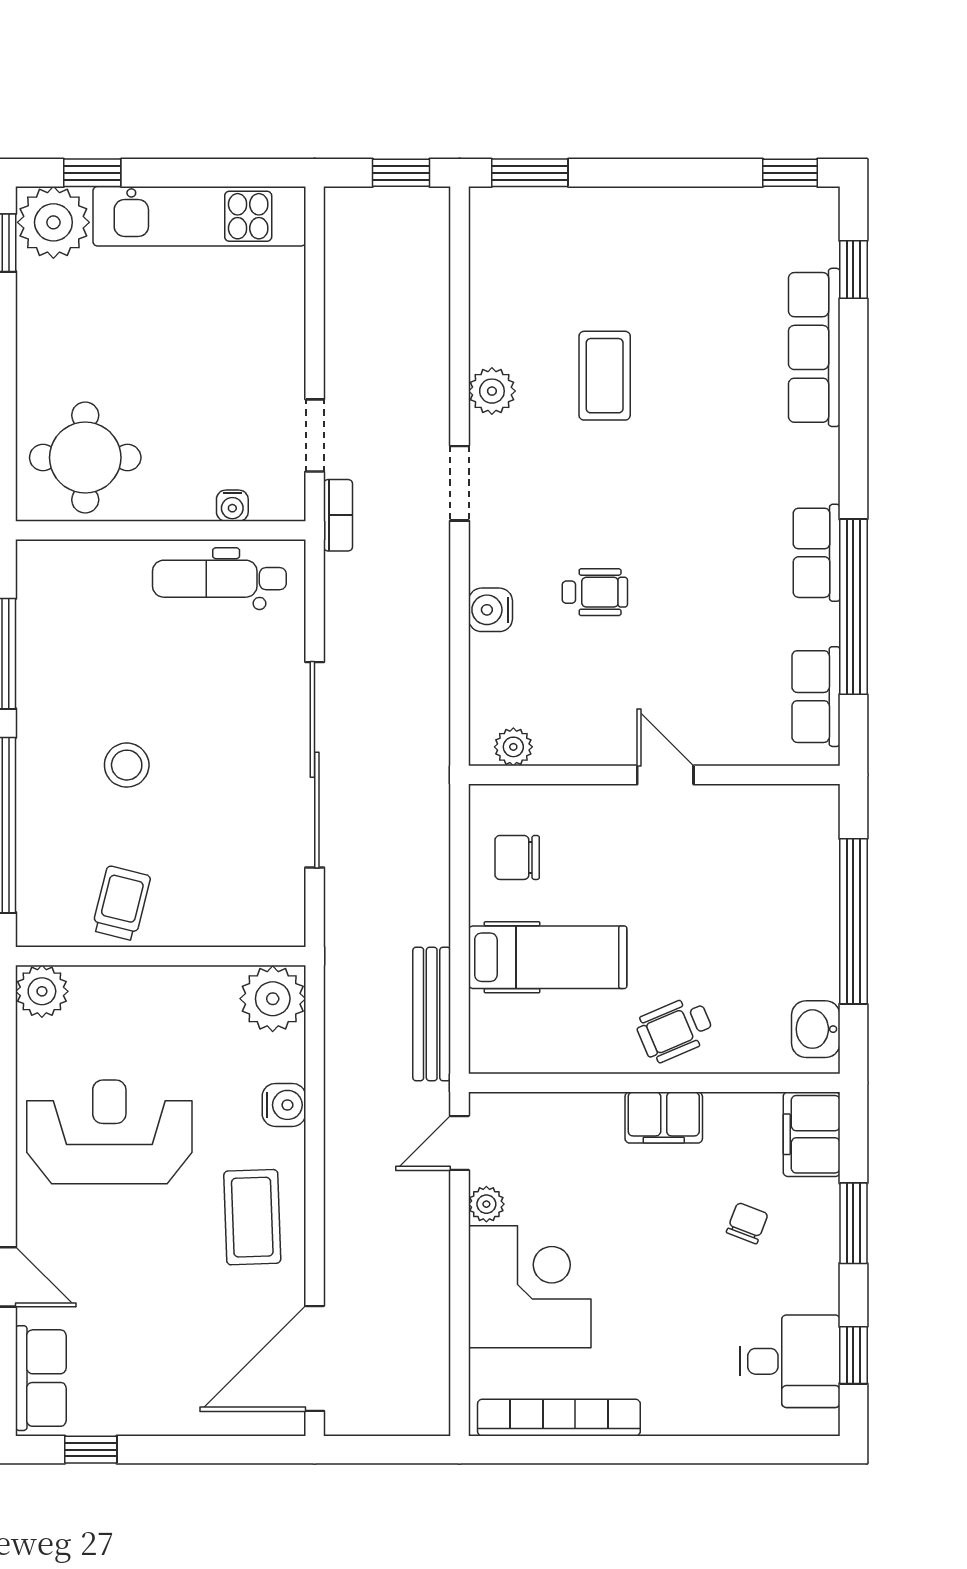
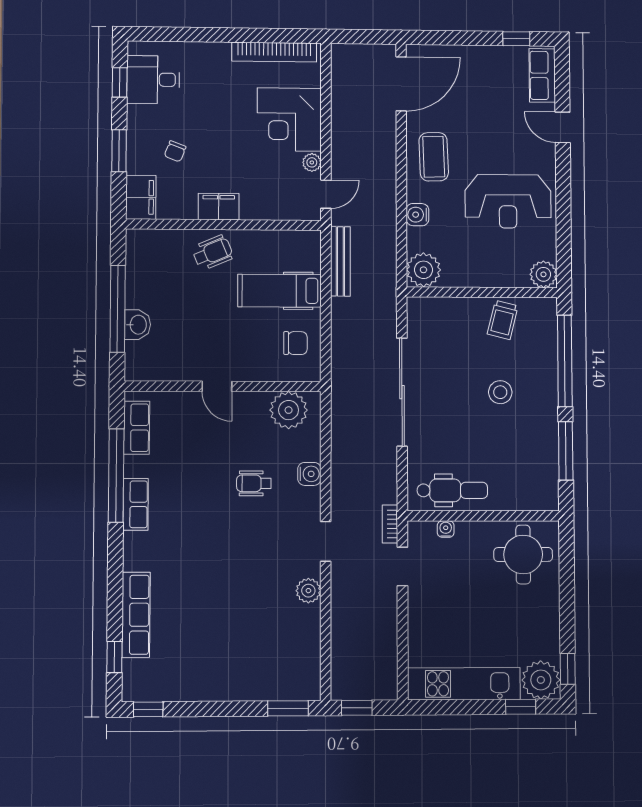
coffee table: (605, 376) -> (248, 599), removed
plant: (513, 747) -> (289, 410), width x1.87, depth x1.87
washbasin: (816, 1029) -> (138, 325), moved

